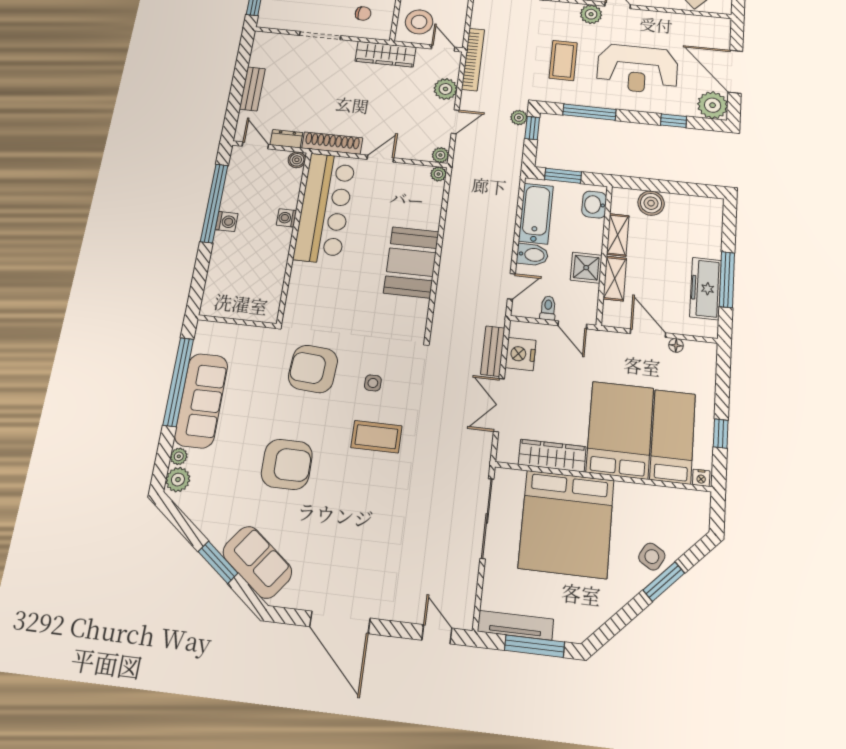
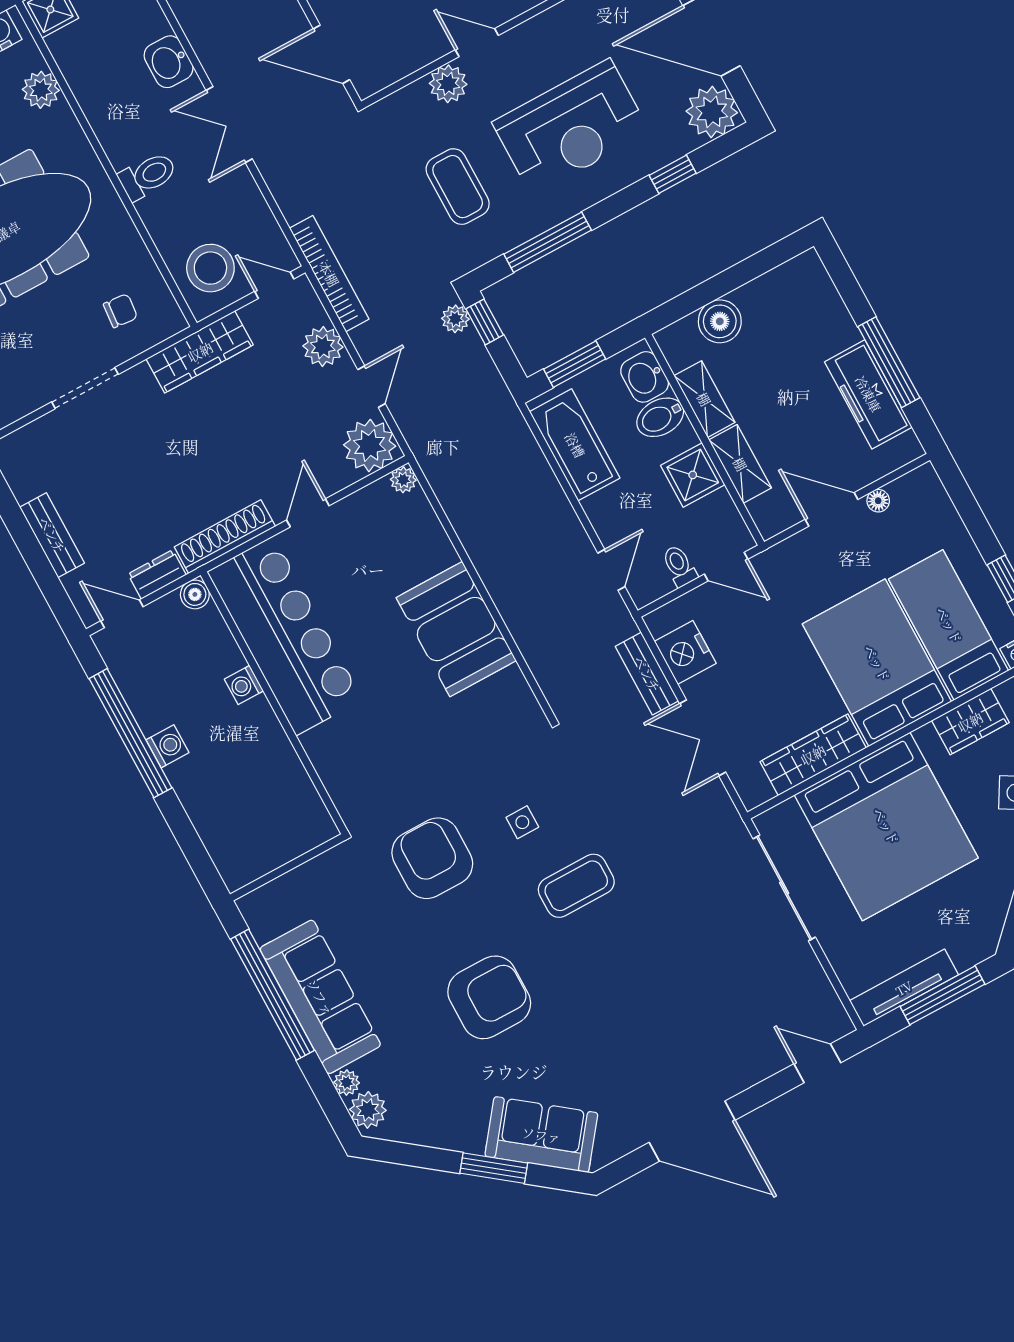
plant: (440, 155) -> (370, 445), width x1.88, depth x1.88
bidet: (532, 255) -> (660, 417), moved, turned 180
armchair: (313, 369) -> (432, 858), turned 86
wardrobe: (651, 498) -> (970, 722), added

